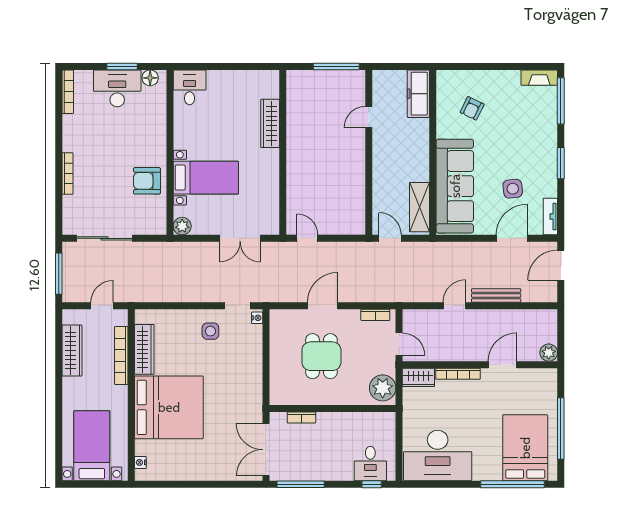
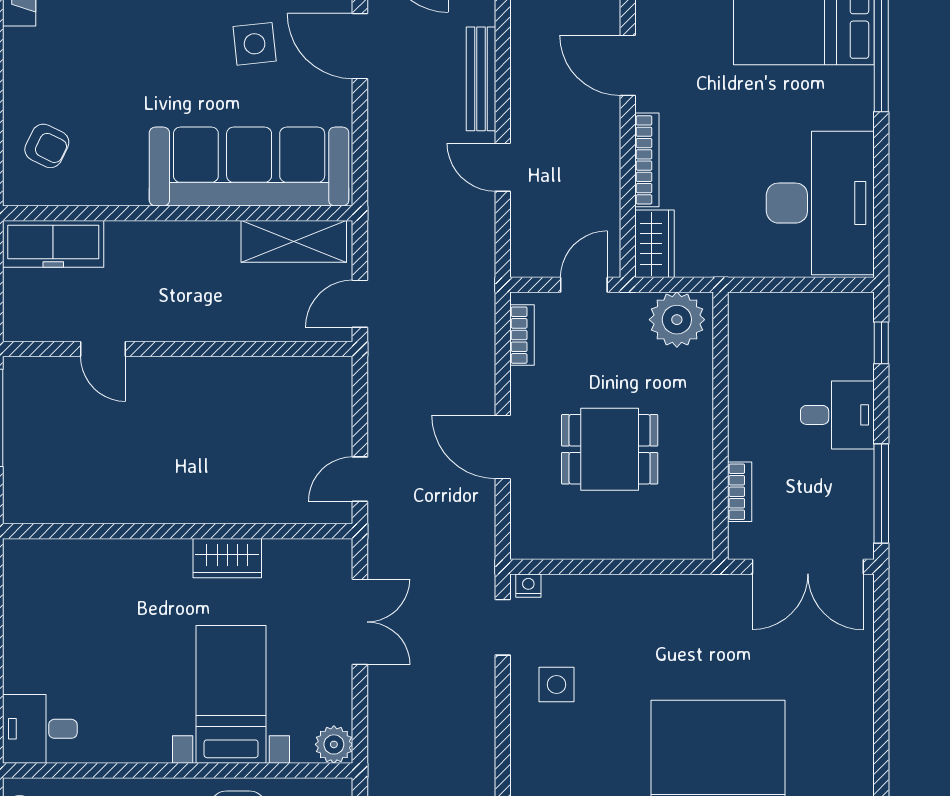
armchair: (472, 108) -> (47, 146), moved
wardrobe: (270, 123) -> (227, 558), moved, width x0.67
desk: (370, 464) -> (837, 415), moved

